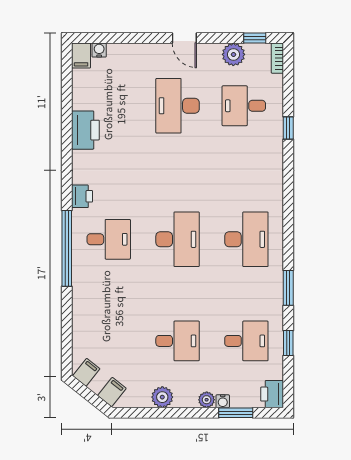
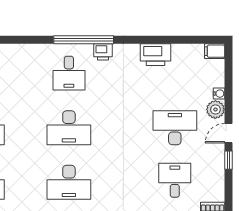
window: (255, 38) -> (228, 160), moved
water cooler: (99, 50) -> (219, 94), moved
plant: (233, 54) -> (215, 109), moved
window: (67, 248) -> (84, 40), moved

